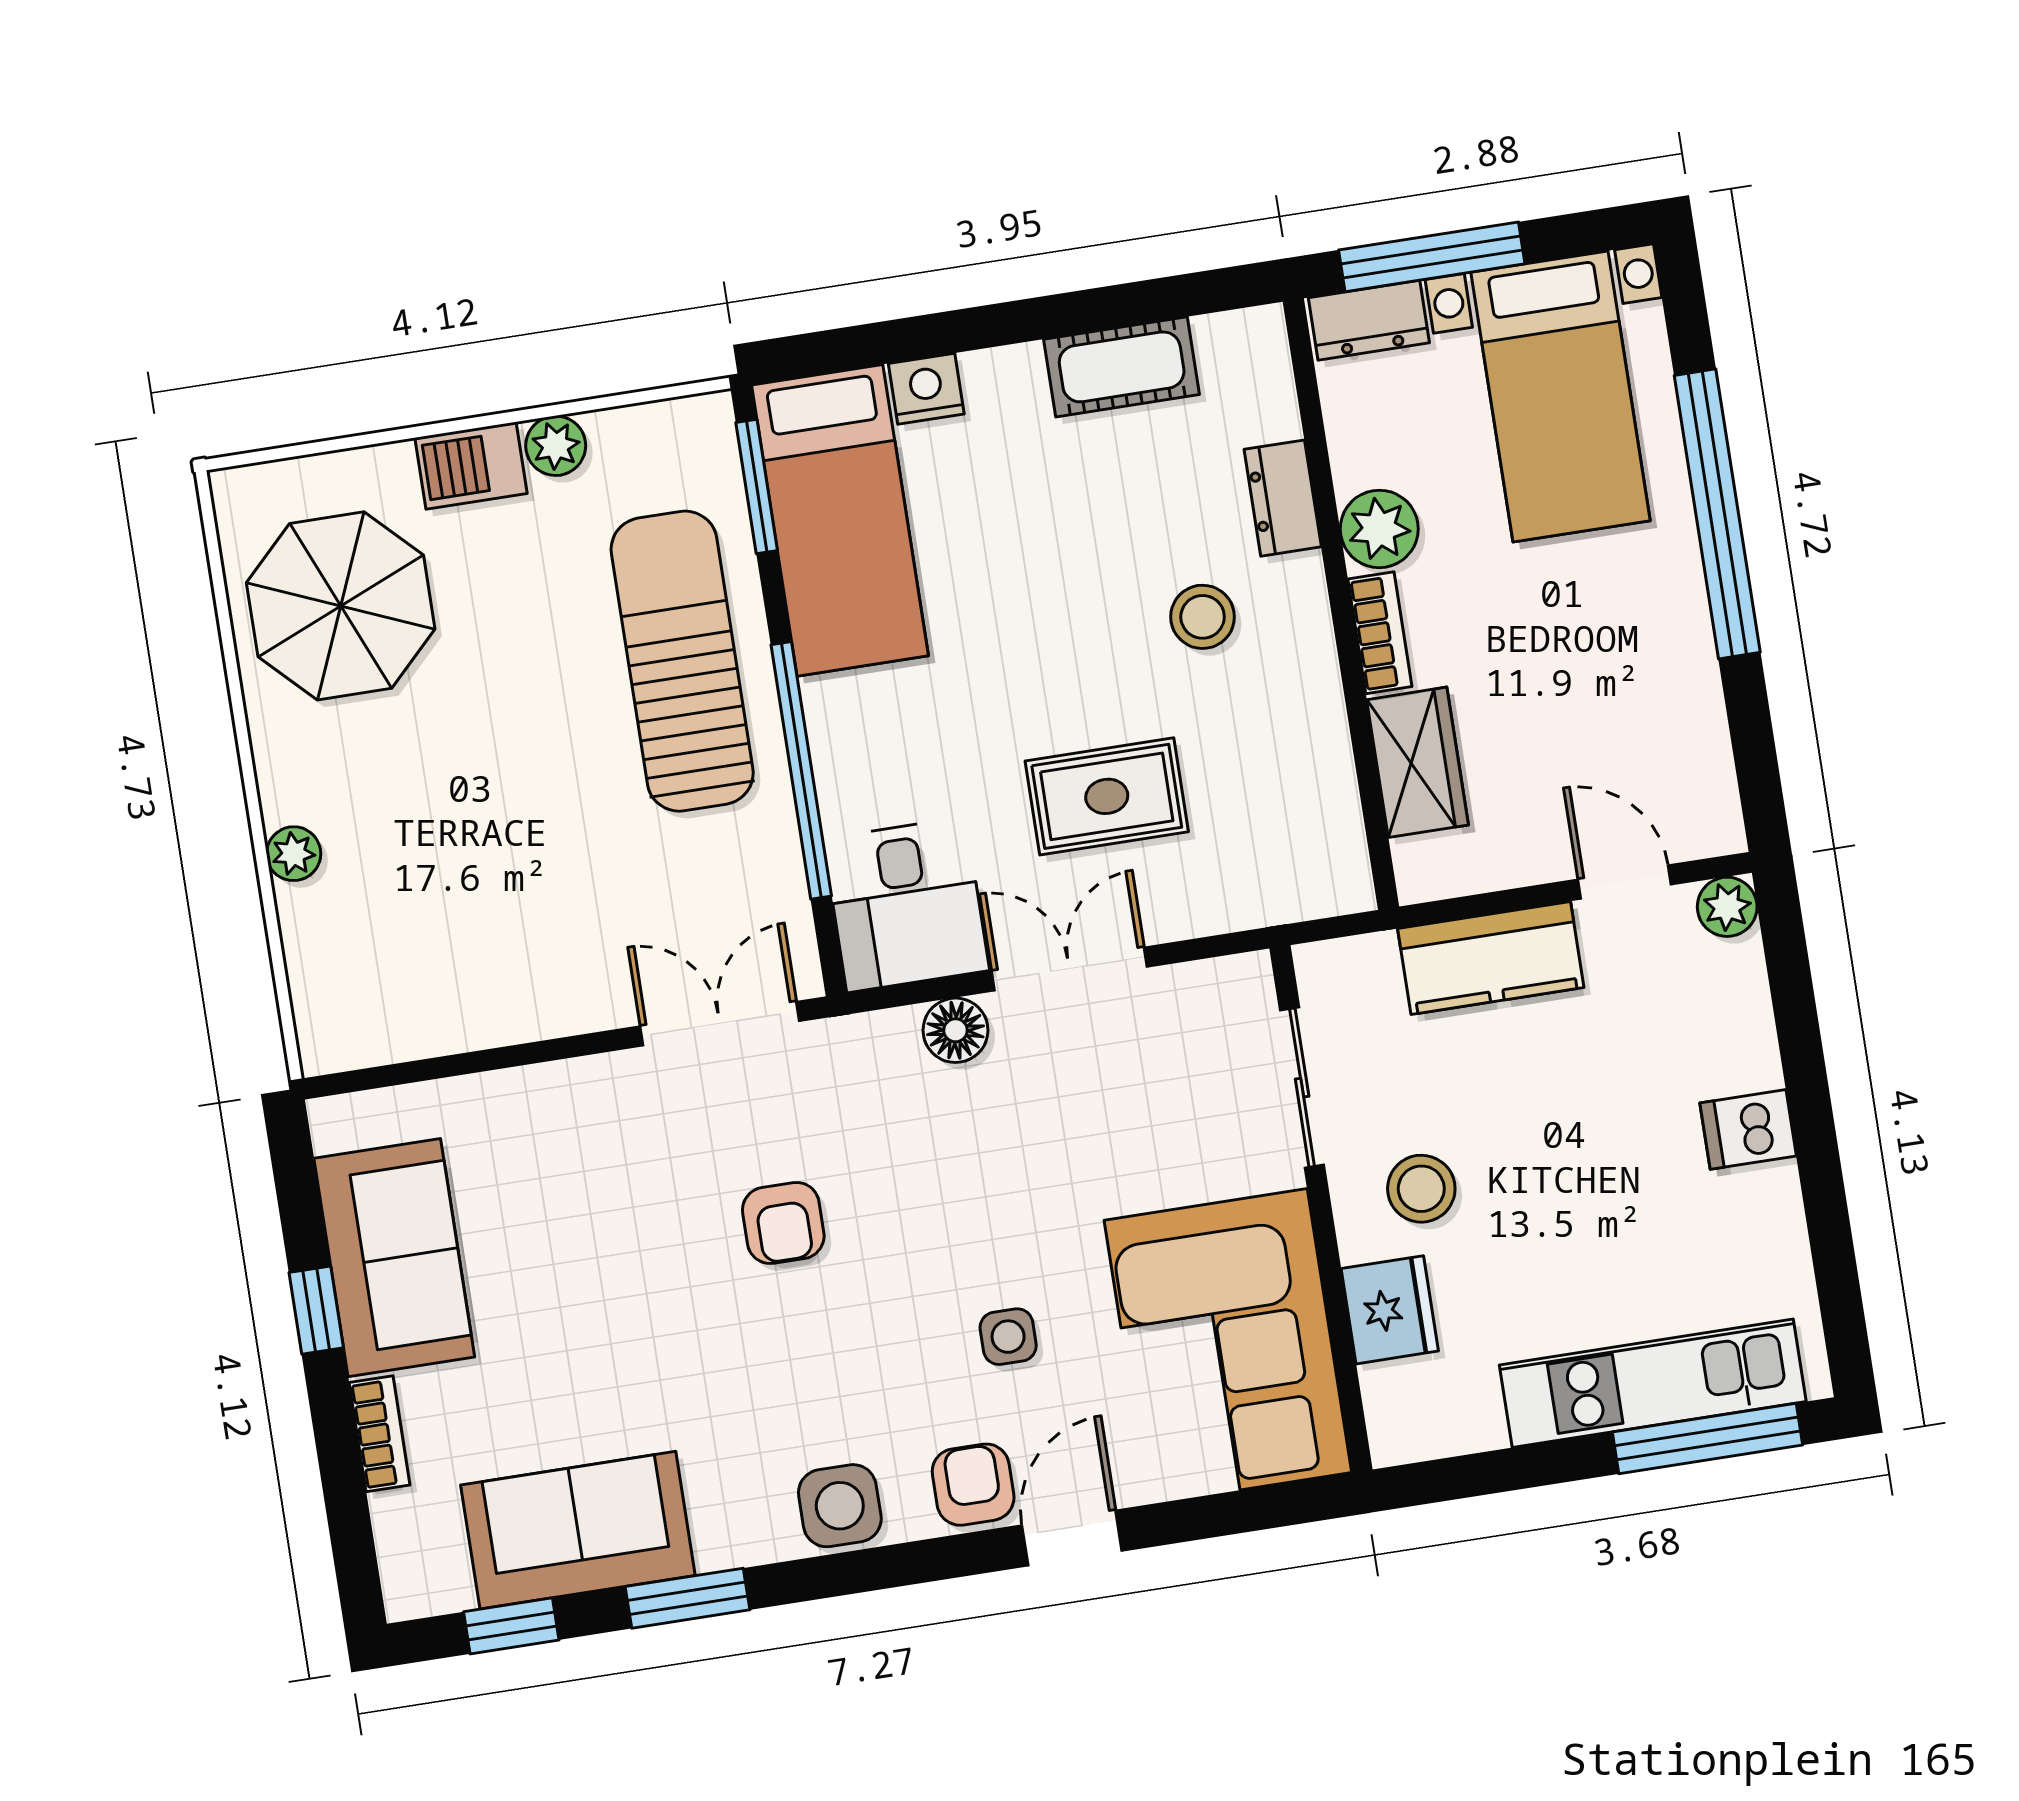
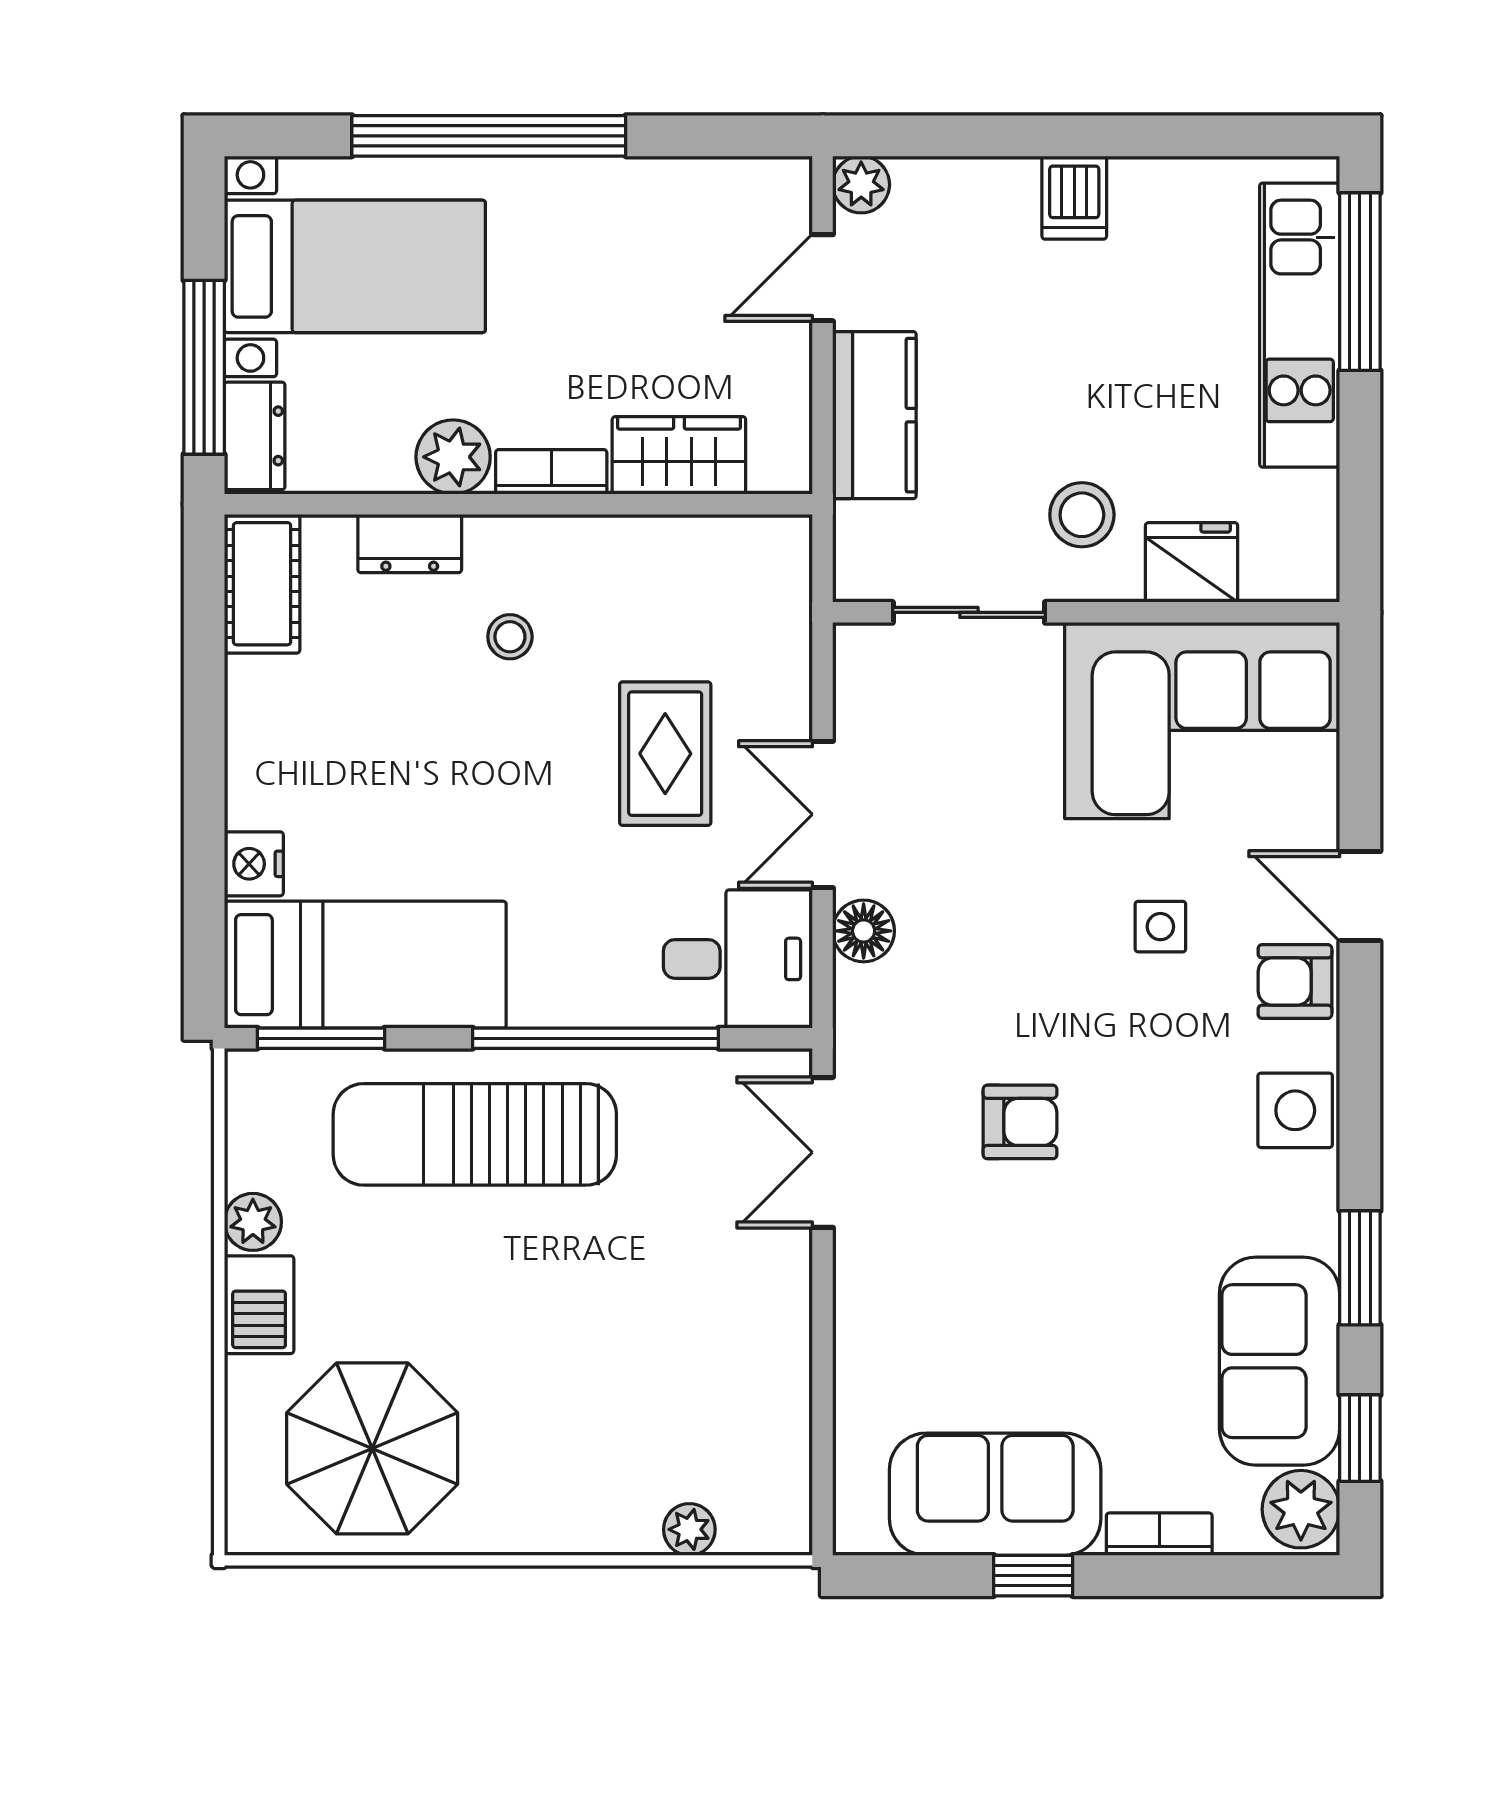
cot: (1122, 367) -> (262, 584), moved
stool: (1203, 617) -> (510, 637), width x0.73, depth x0.73
plant: (294, 854) -> (689, 1529), moved
plant: (428, 1576) -> (1301, 1509), added

